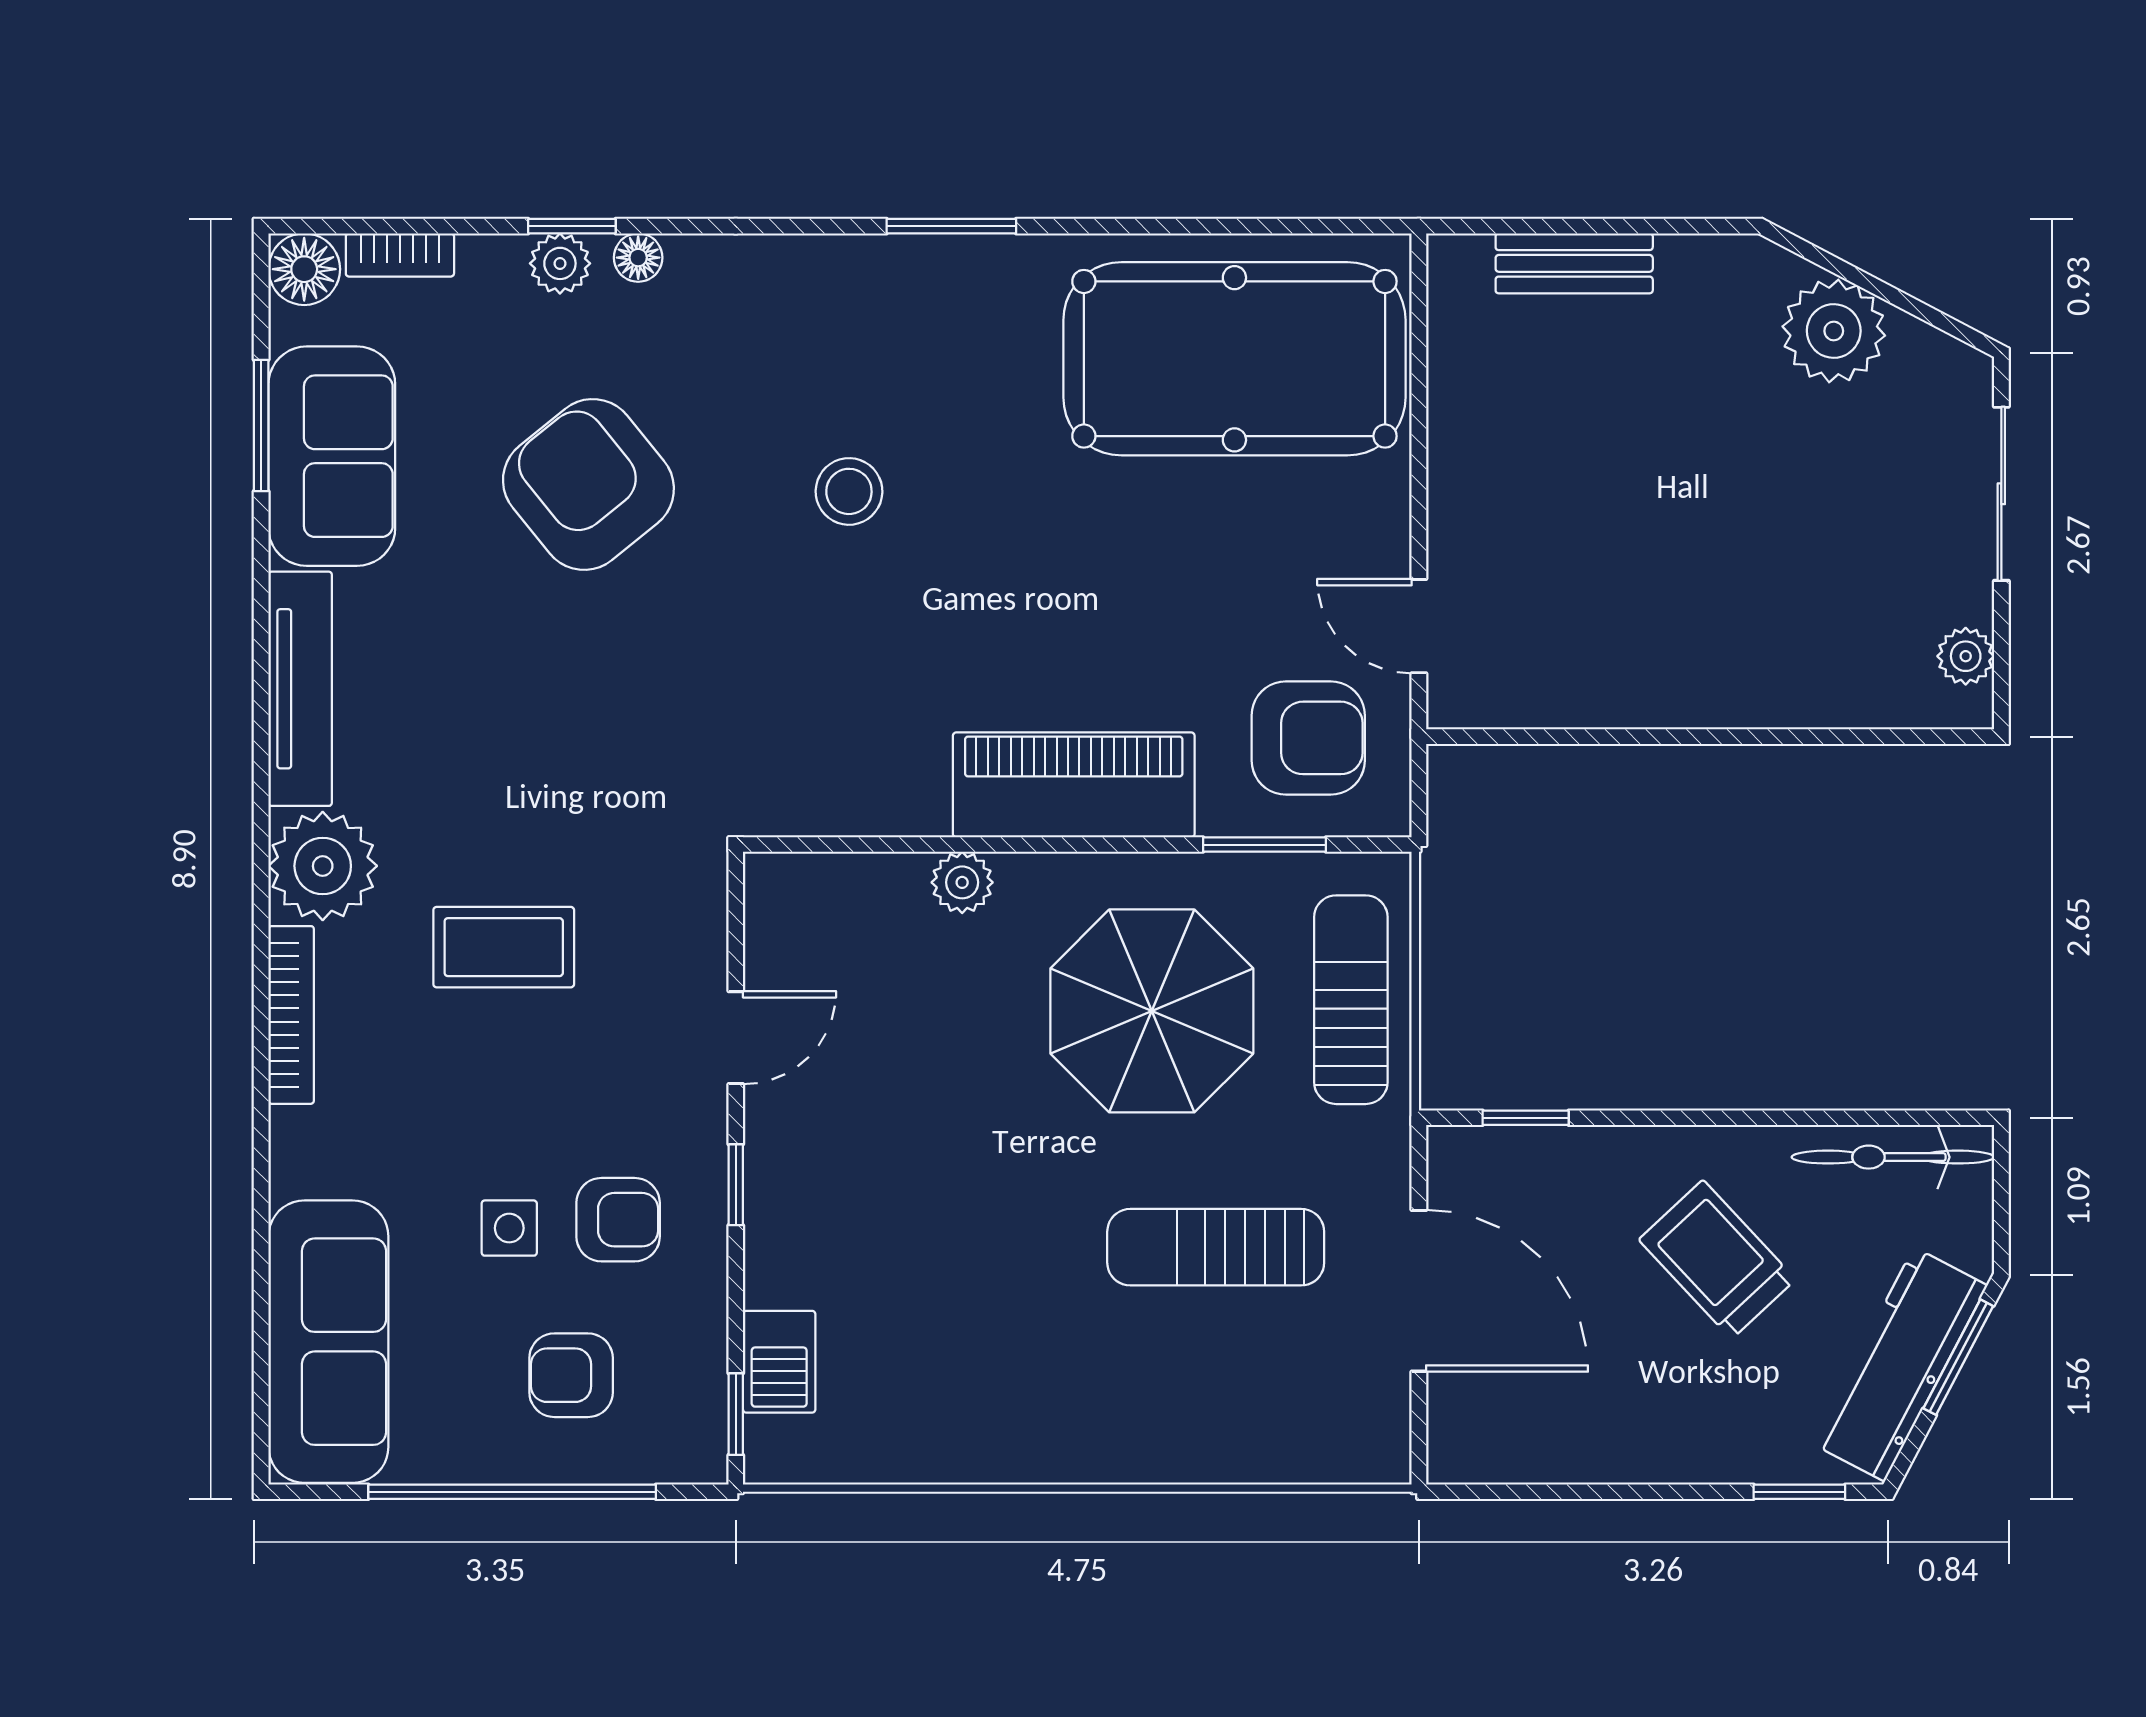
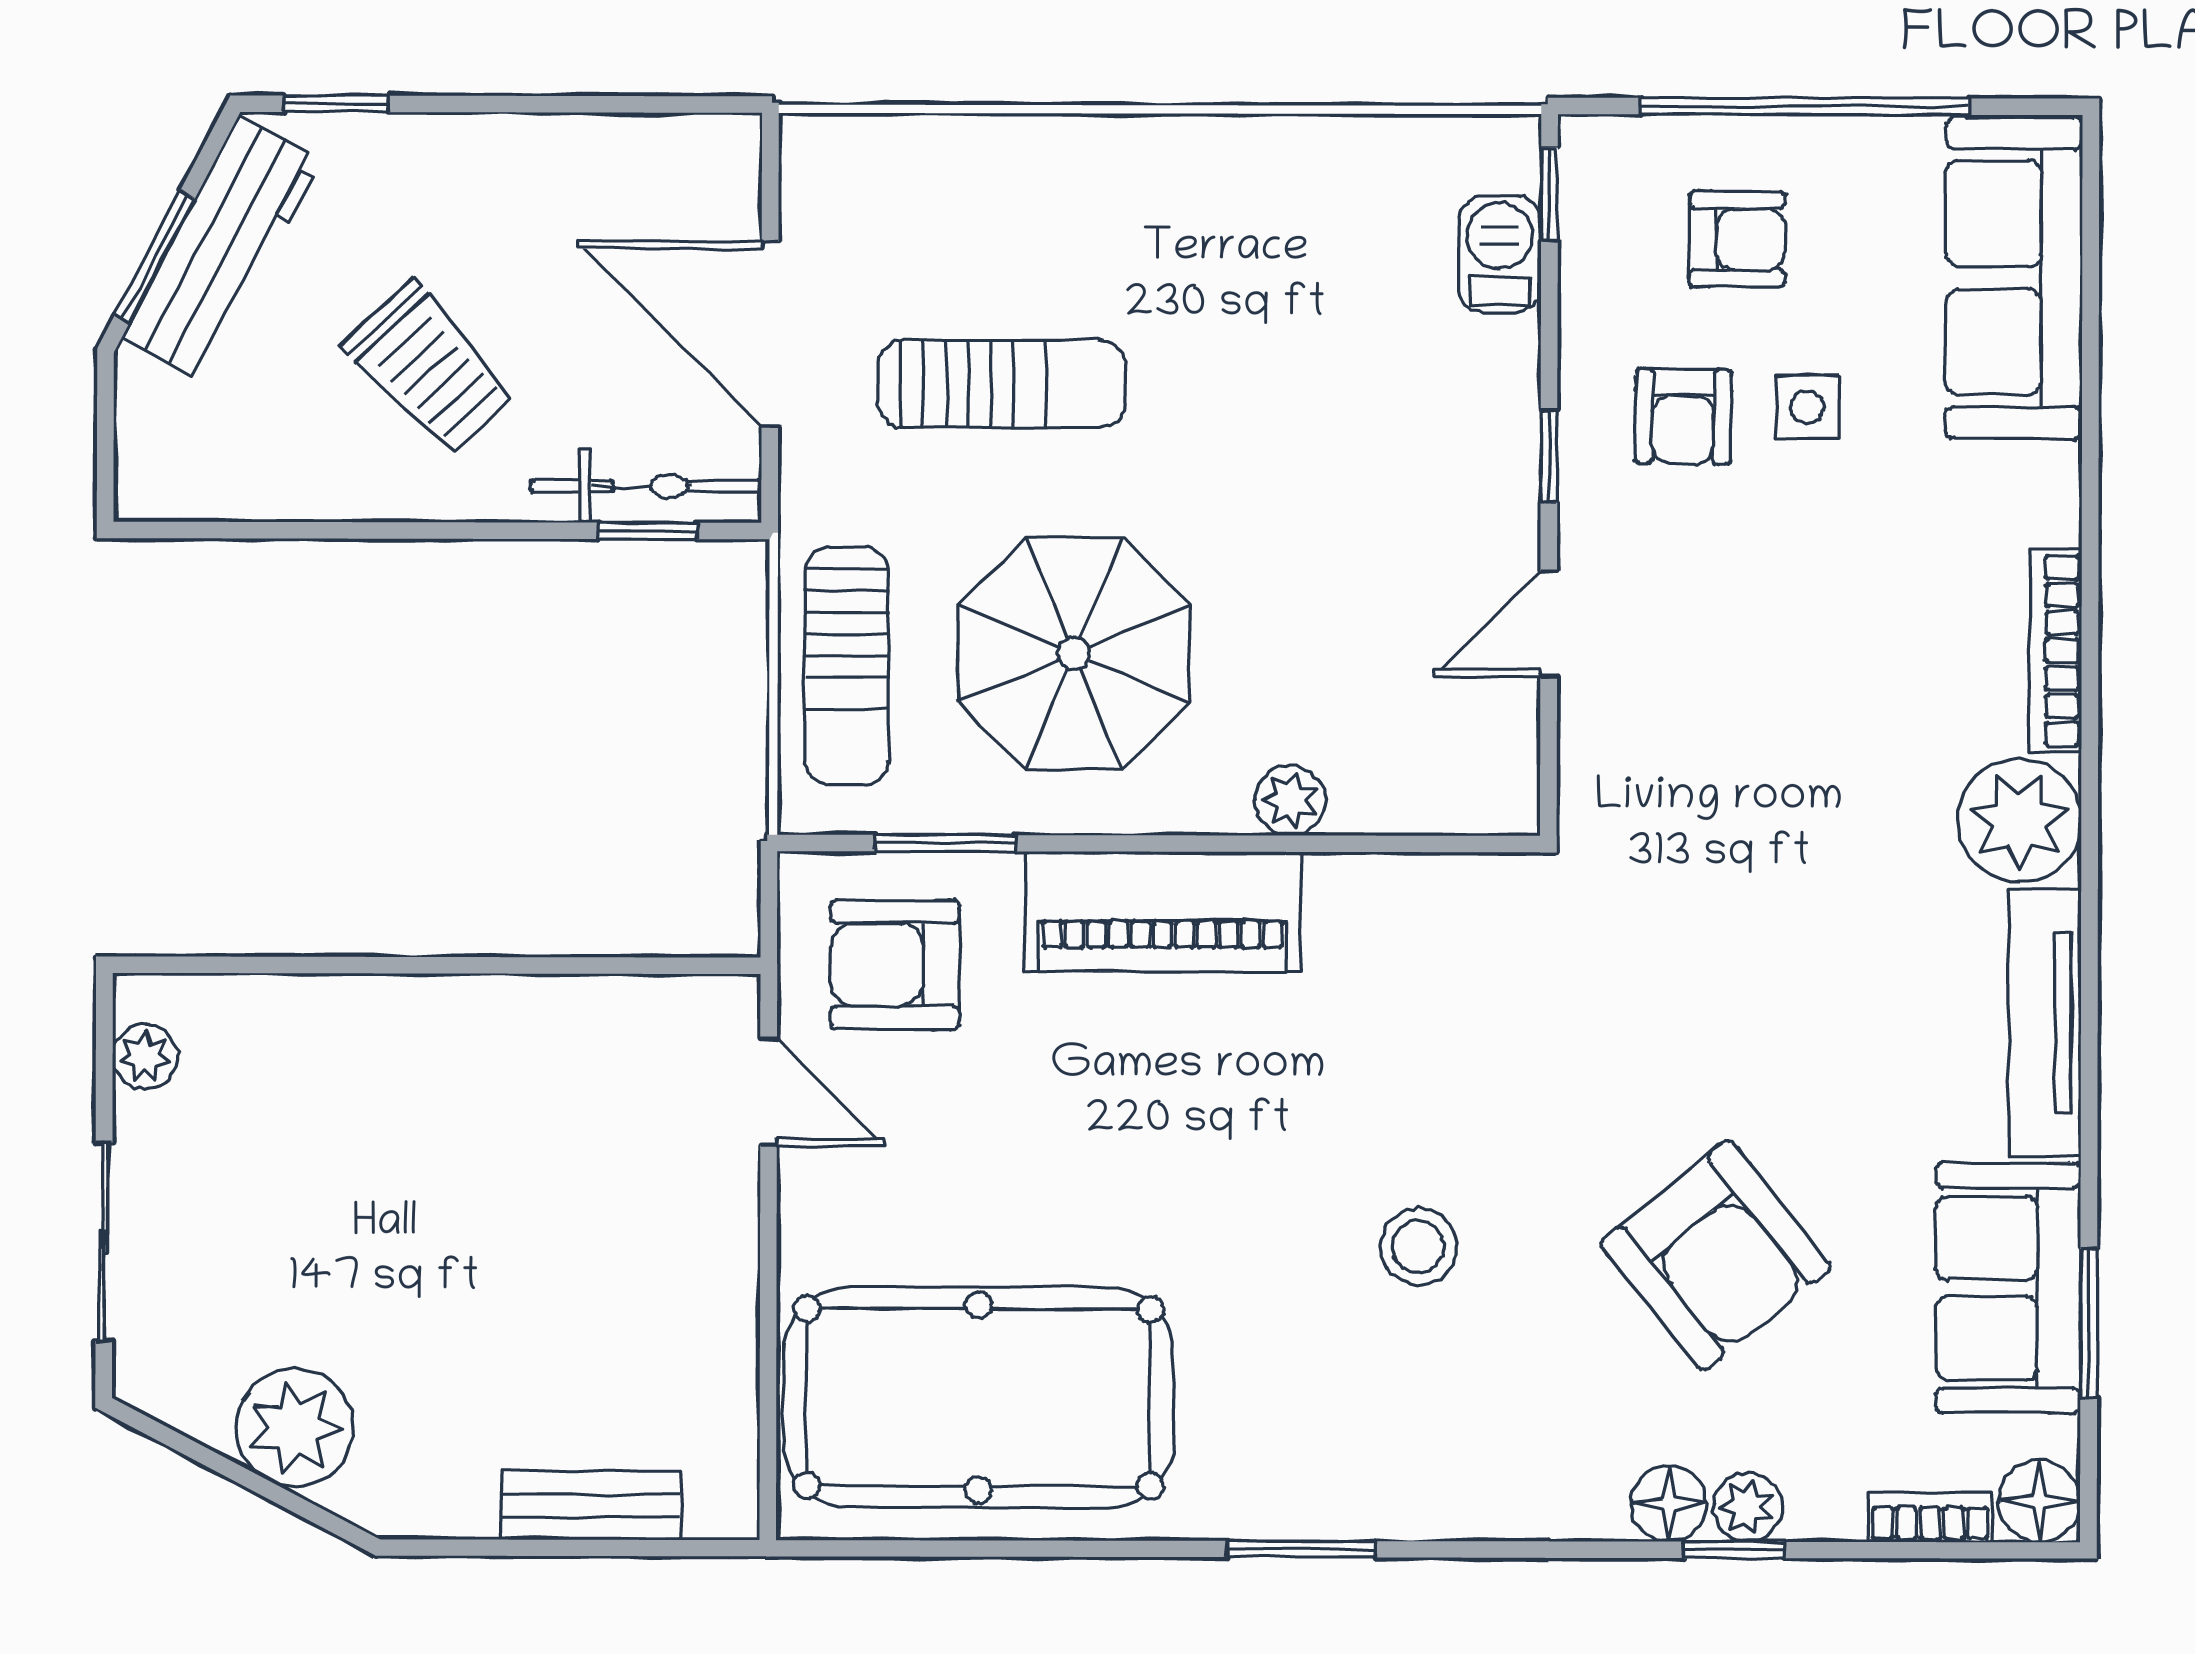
floor lamp: (638, 258) -> (1669, 1504), width x1.37, depth x1.37
coffee table: (504, 947) -> (1813, 728), removed
bicycle: (1893, 1157) -> (646, 486), moved
armchair: (618, 1220) -> (1683, 416), turned -89

